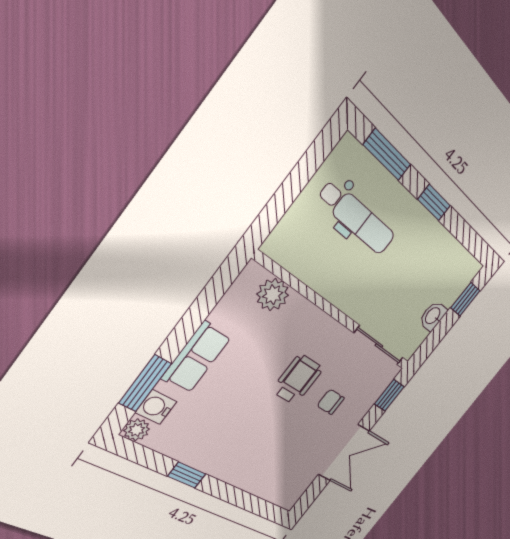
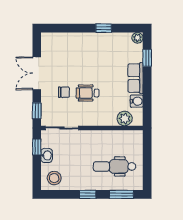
stool: (453, 271) -> (54, 178), added
window: (465, 299) -> (37, 147), moved
wheelchair: (297, 379) -> (87, 93), turned 90
window: (145, 383) -> (147, 58), width x0.67
water cooler: (156, 407) -> (137, 101), moved

